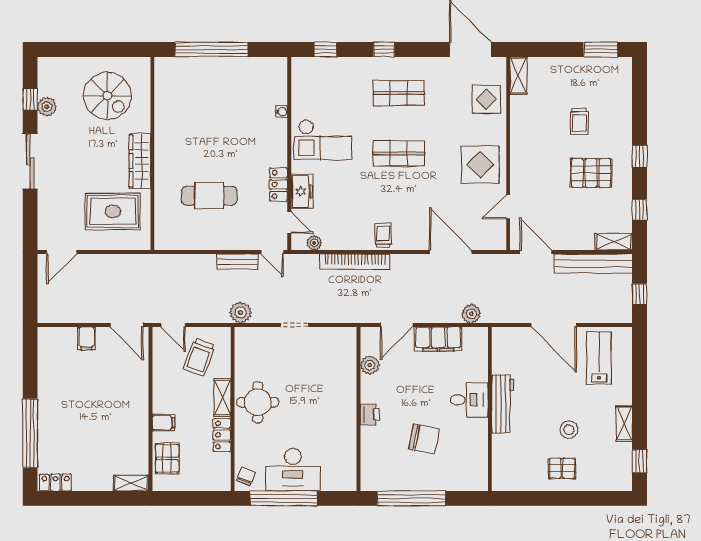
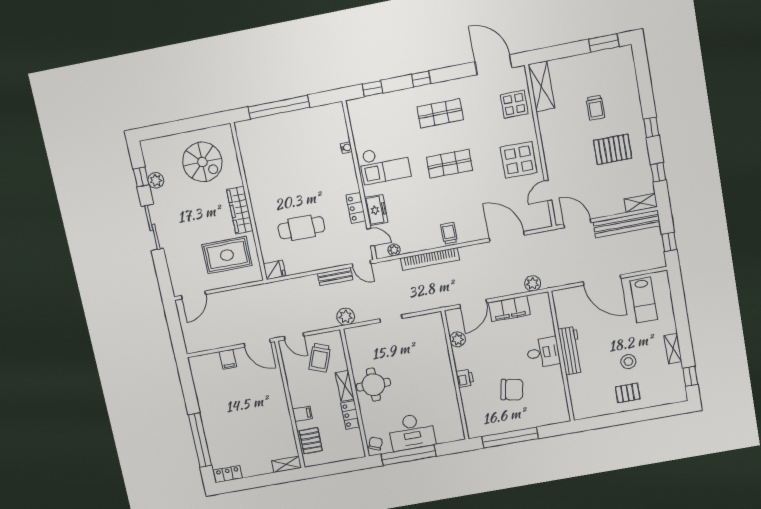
shelving: (518, 75) -> (541, 86), width x1.50, depth x1.33
fridge: (166, 240) -> (274, 270), added
lab bench: (599, 358) -> (644, 300), turned 180

